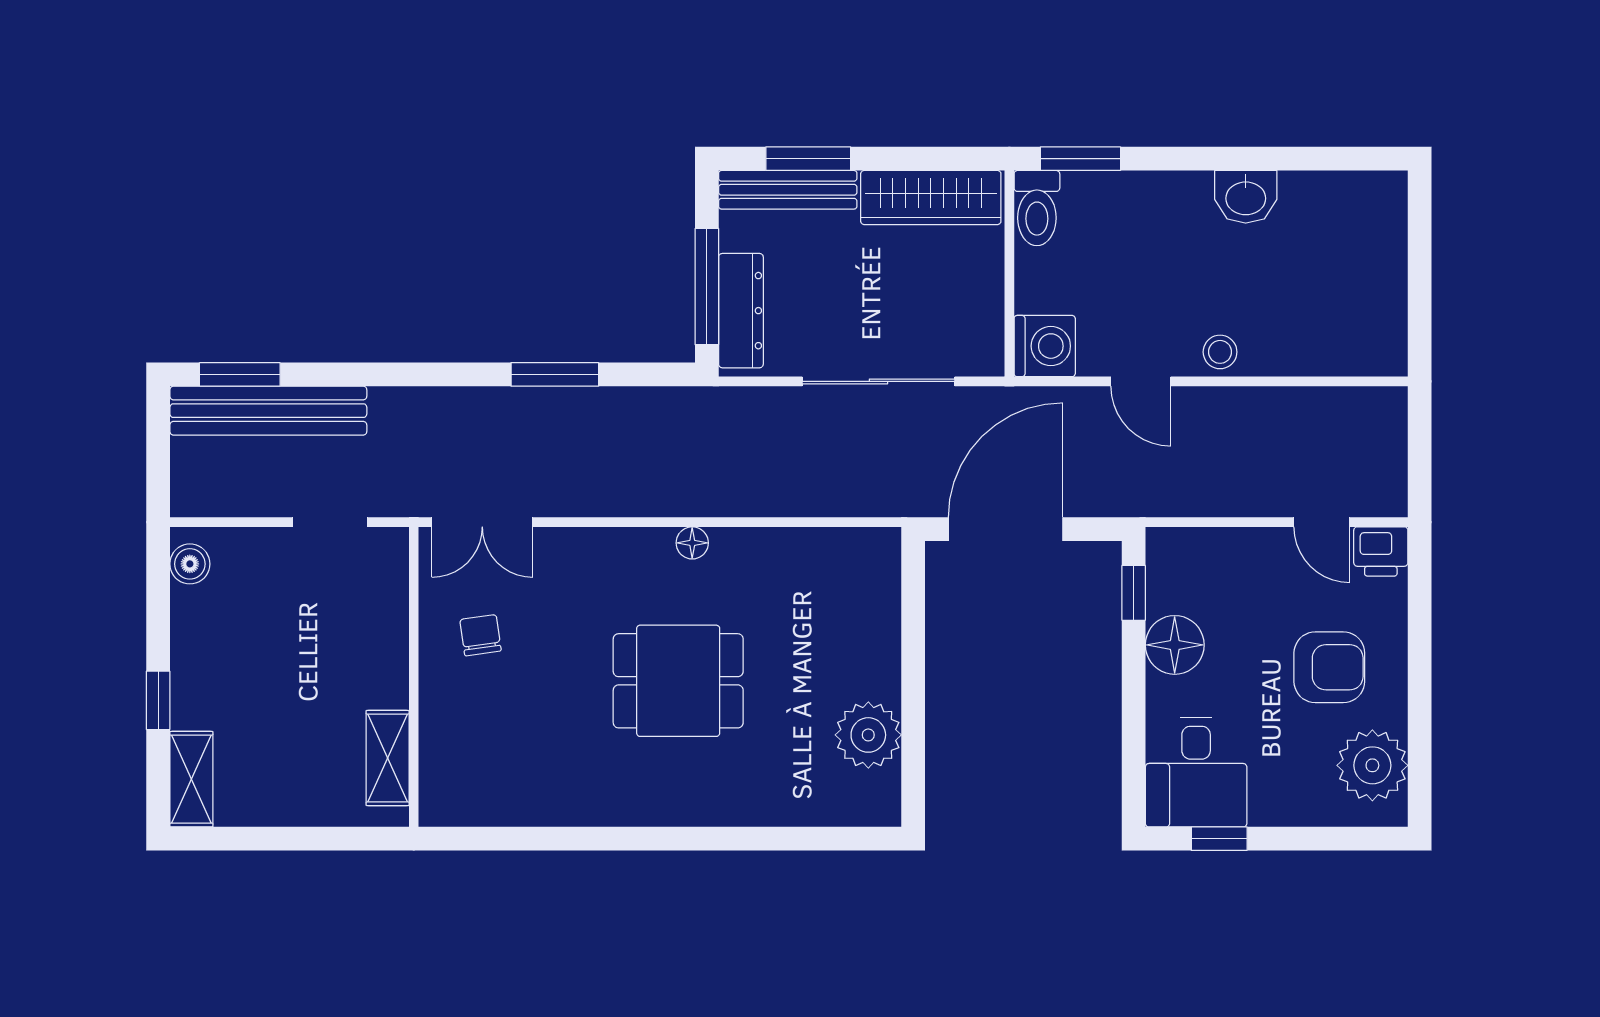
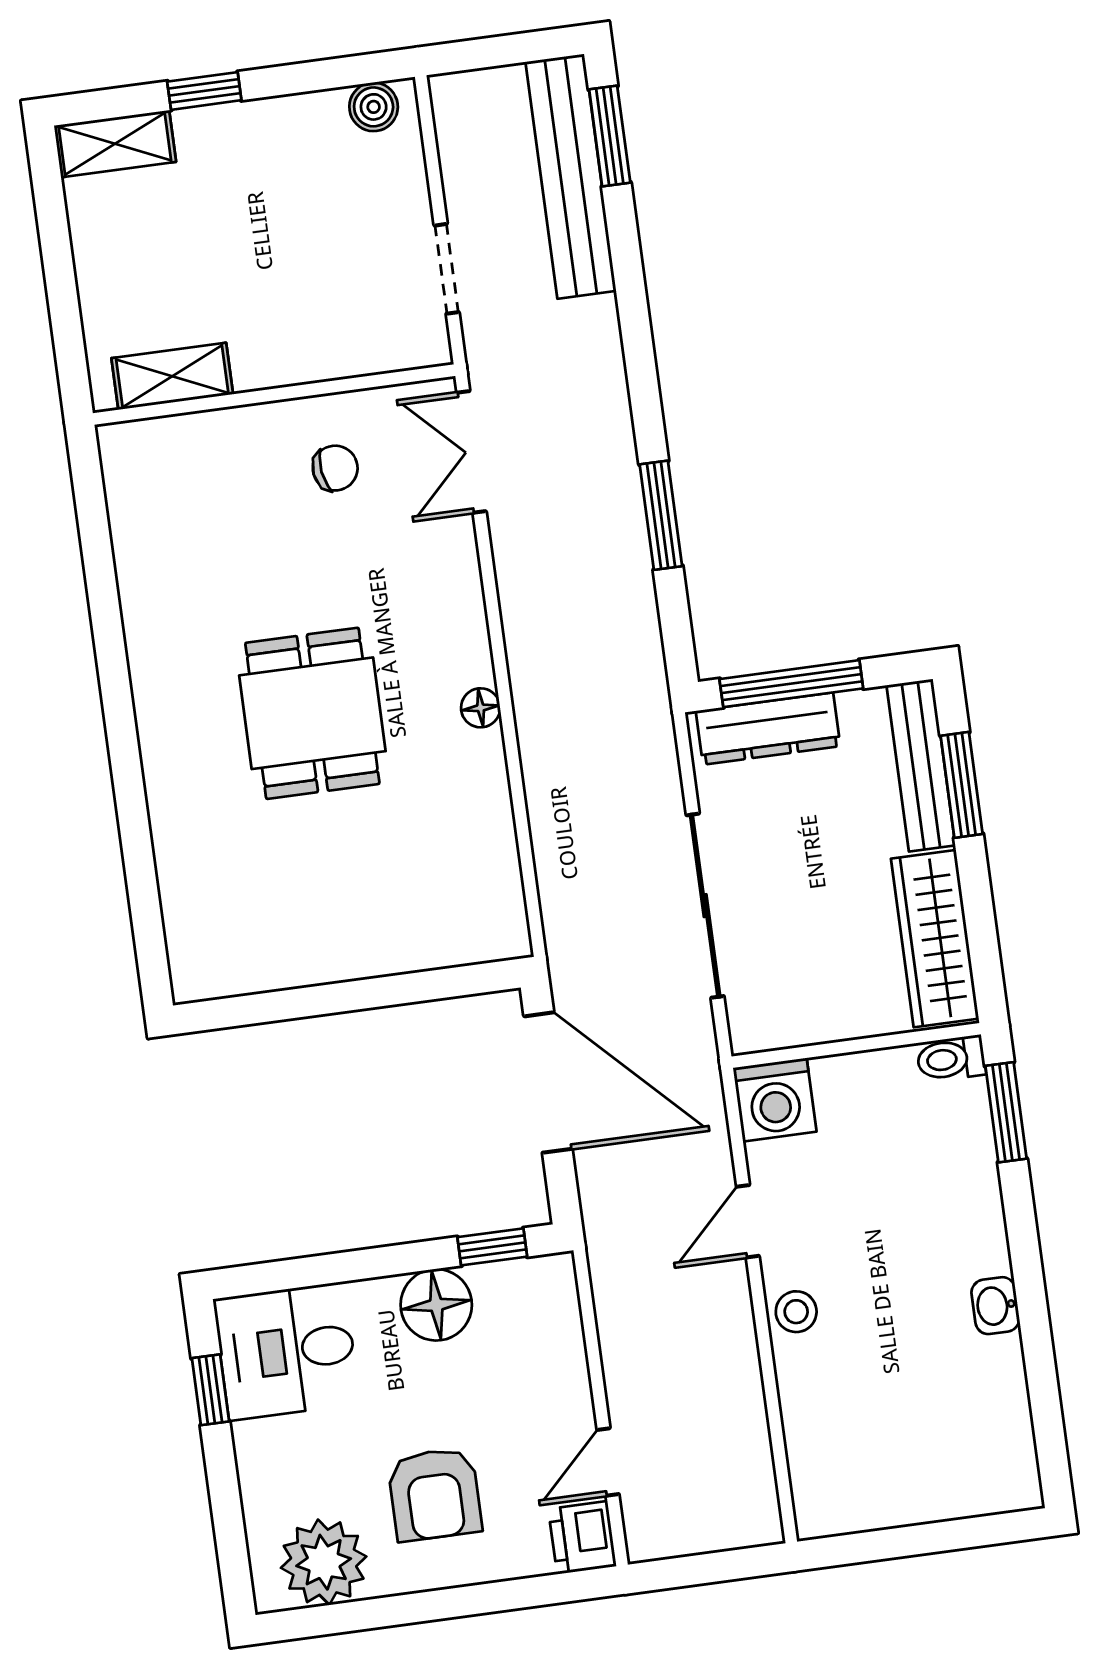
washbasin: (1246, 197) -> (995, 1306), width x0.72, depth x0.69
toilet: (1037, 208) -> (951, 1059), width x0.73, depth x0.72
plant: (868, 735) -> (278, 951), removed

